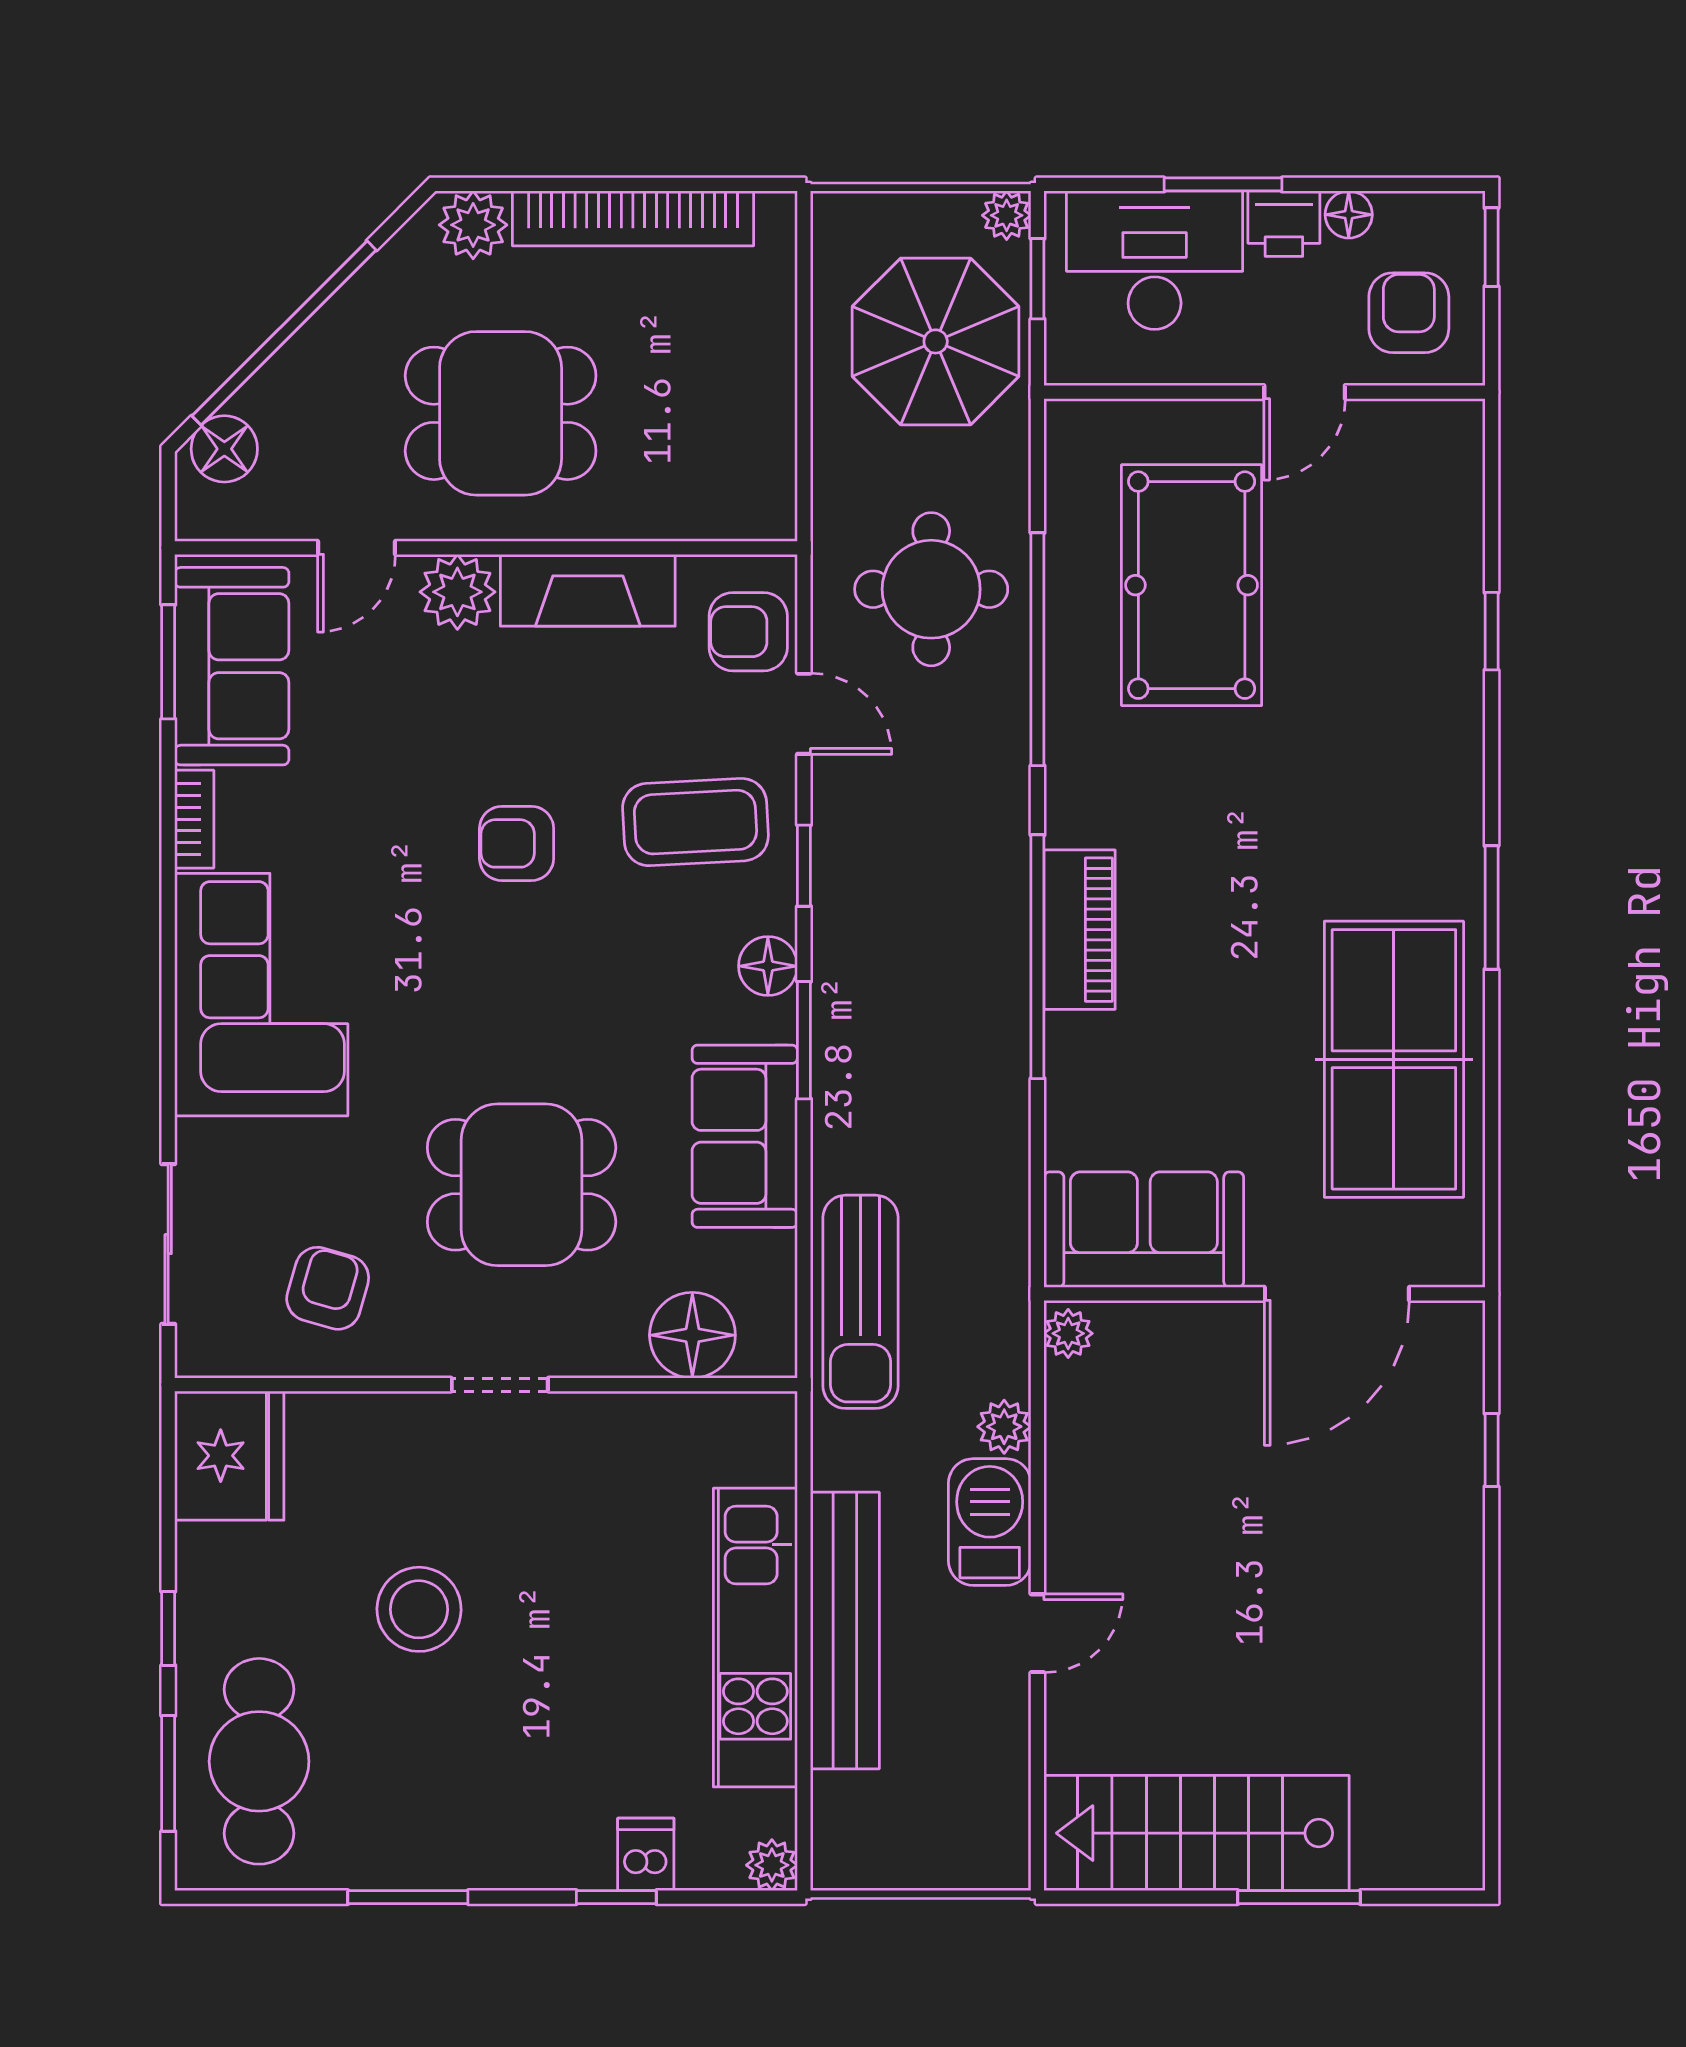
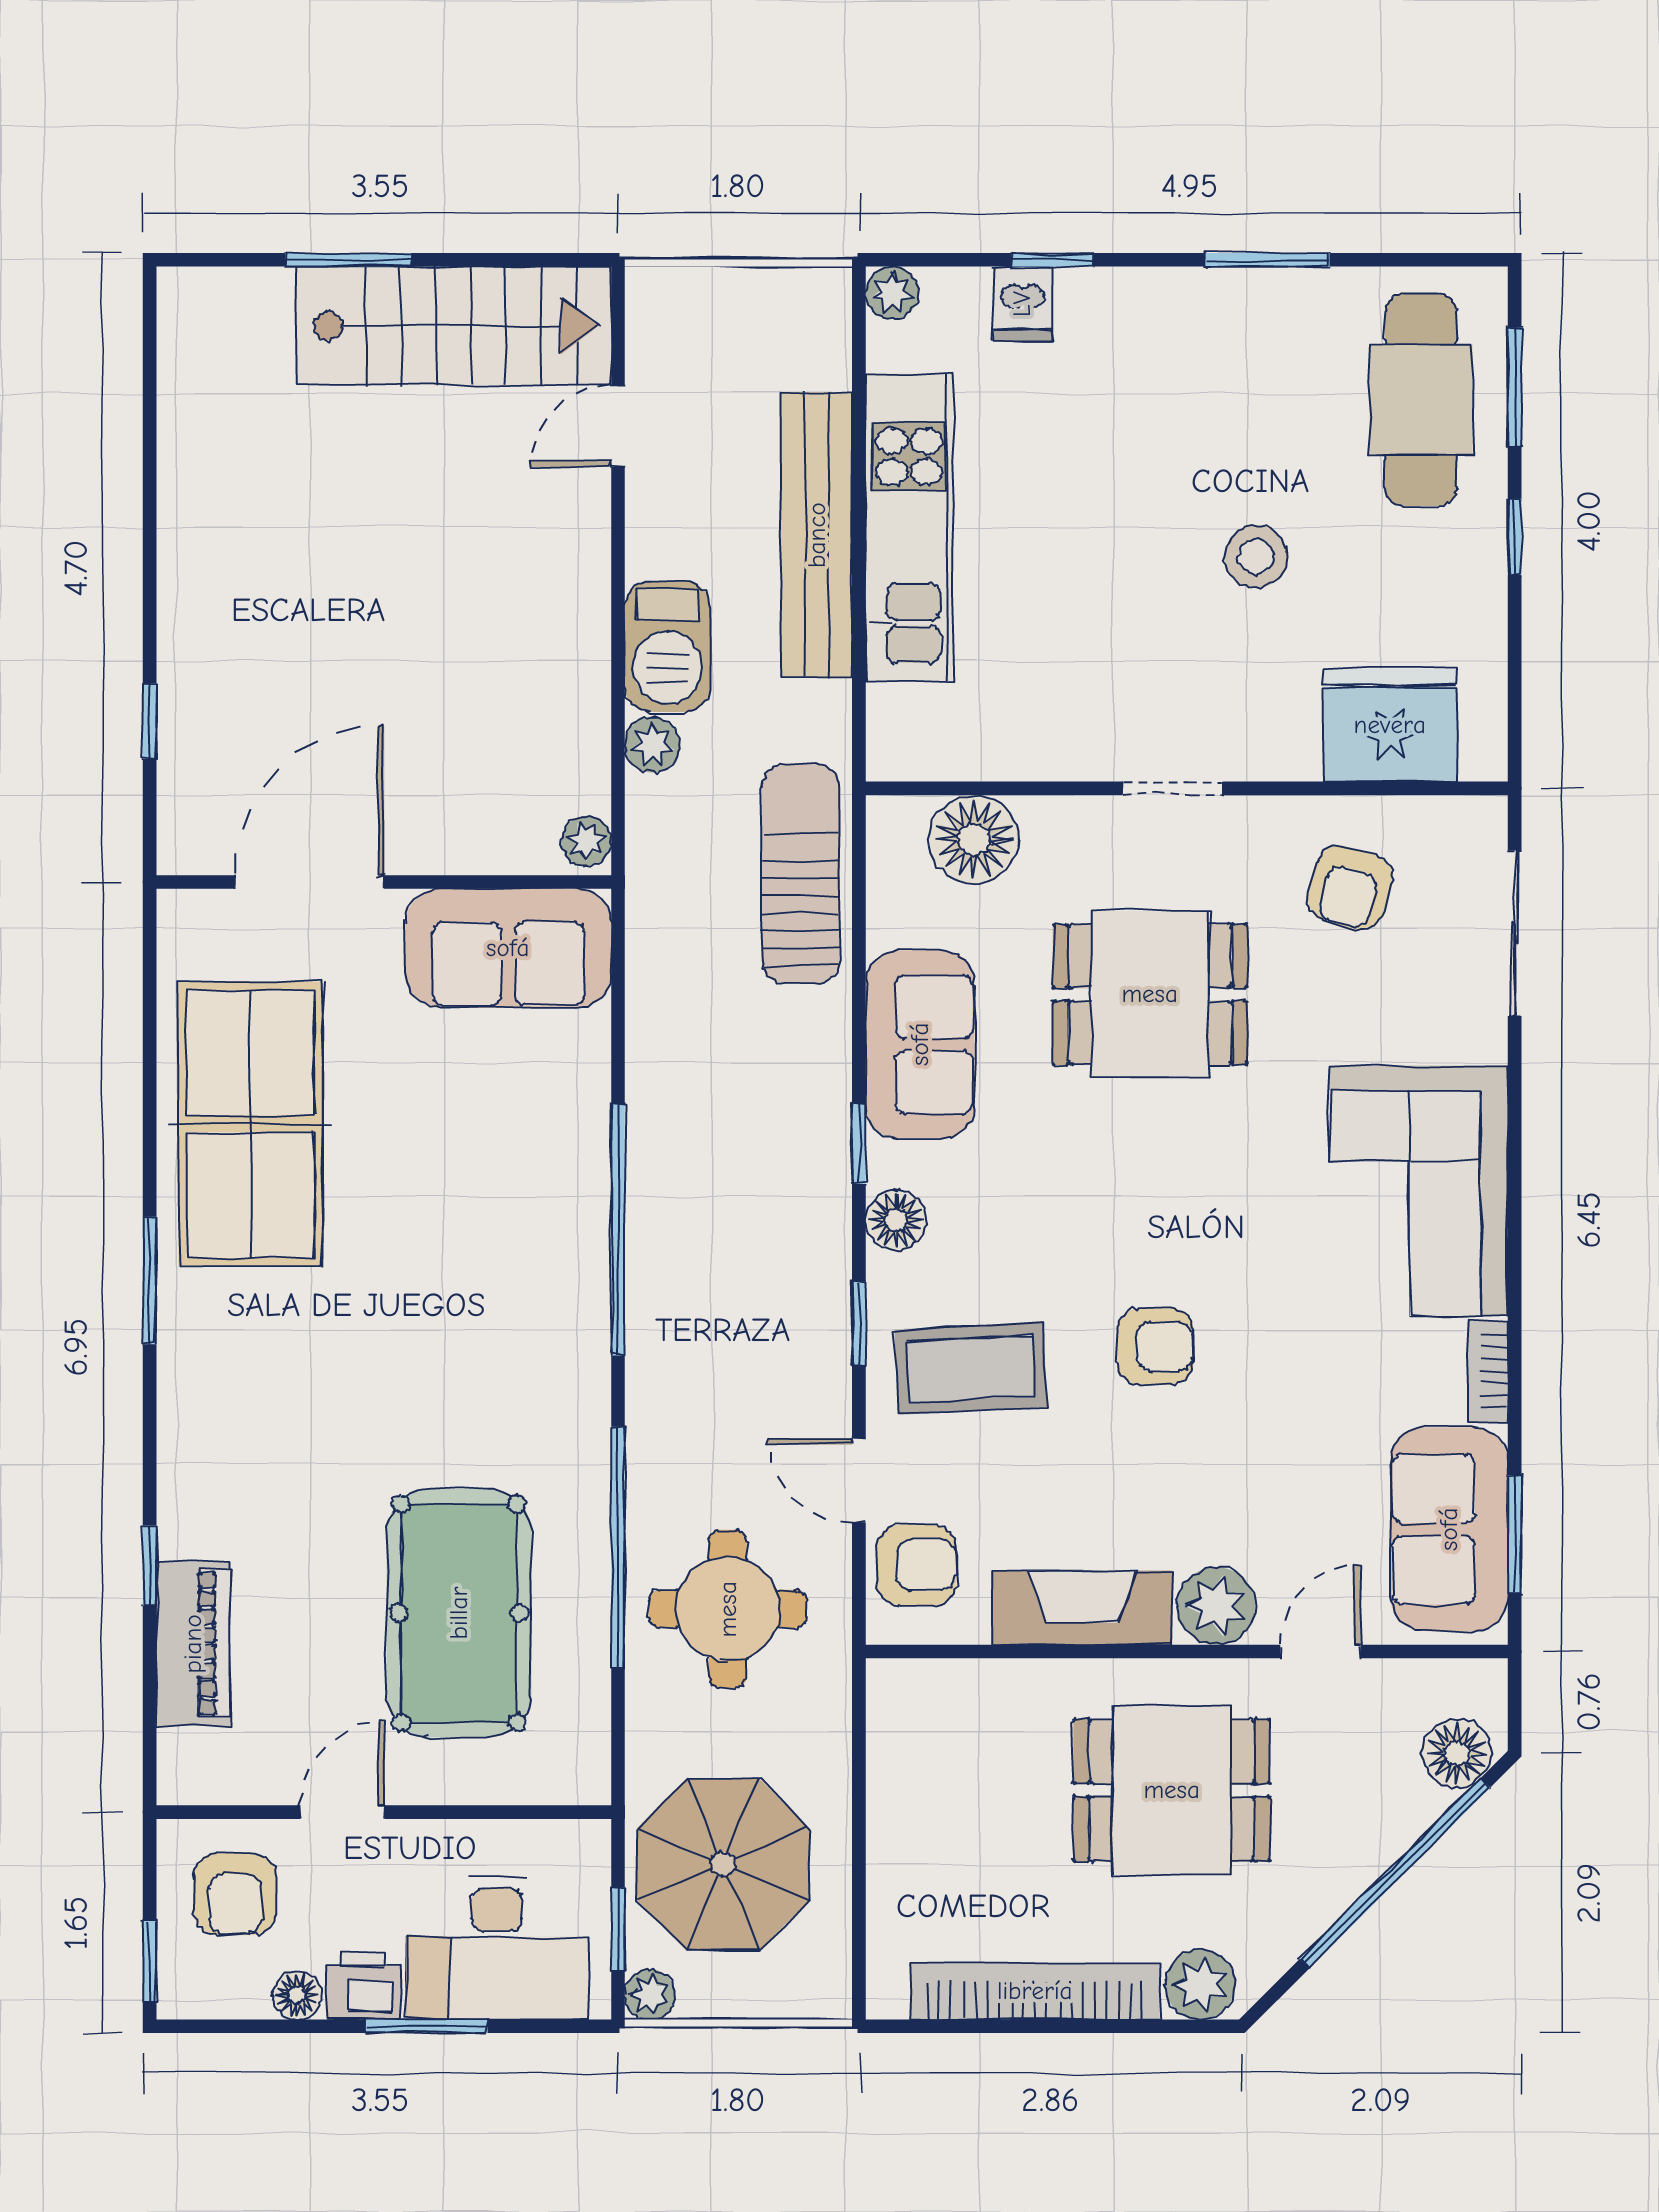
piano: (1080, 930) -> (193, 1644), moved, turned 180
window: (804, 1040) -> (859, 1144), width x0.67
fridge: (229, 1456) -> (1390, 725), moved, turned 90
stool: (419, 1609) -> (1256, 557), width x0.73, depth x0.73
door: (1037, 1633) -> (618, 426), moved

